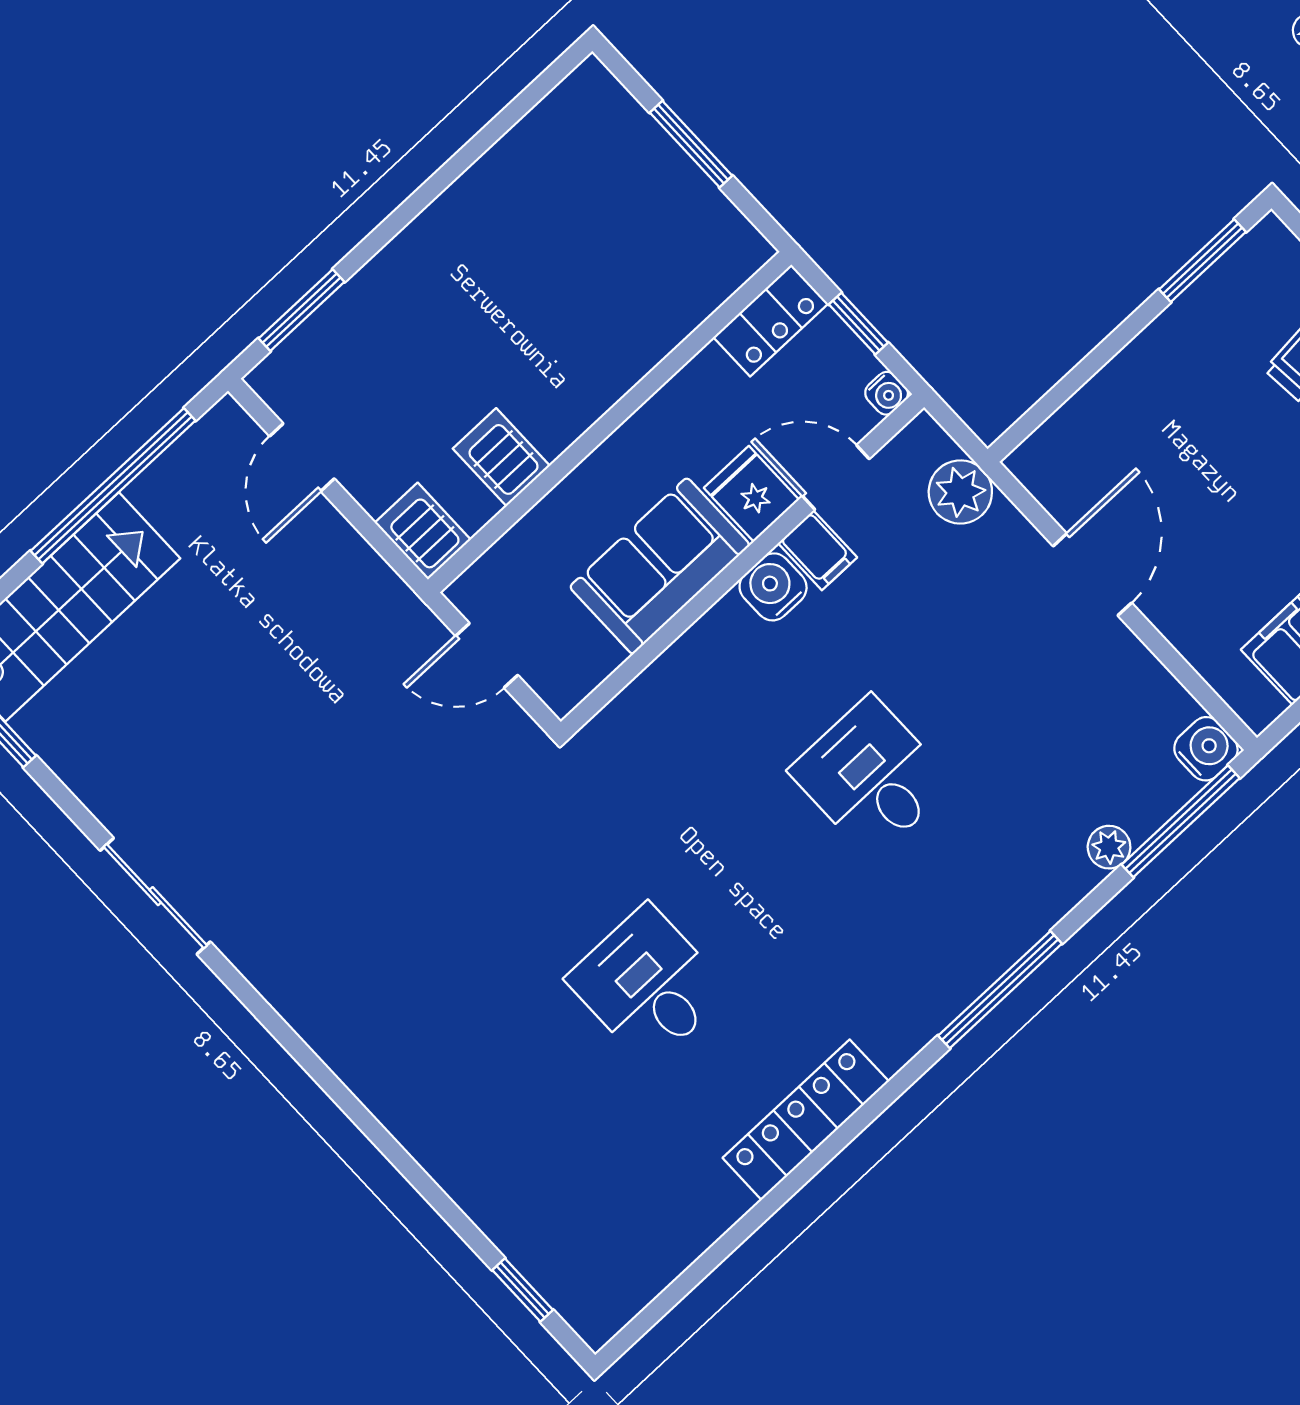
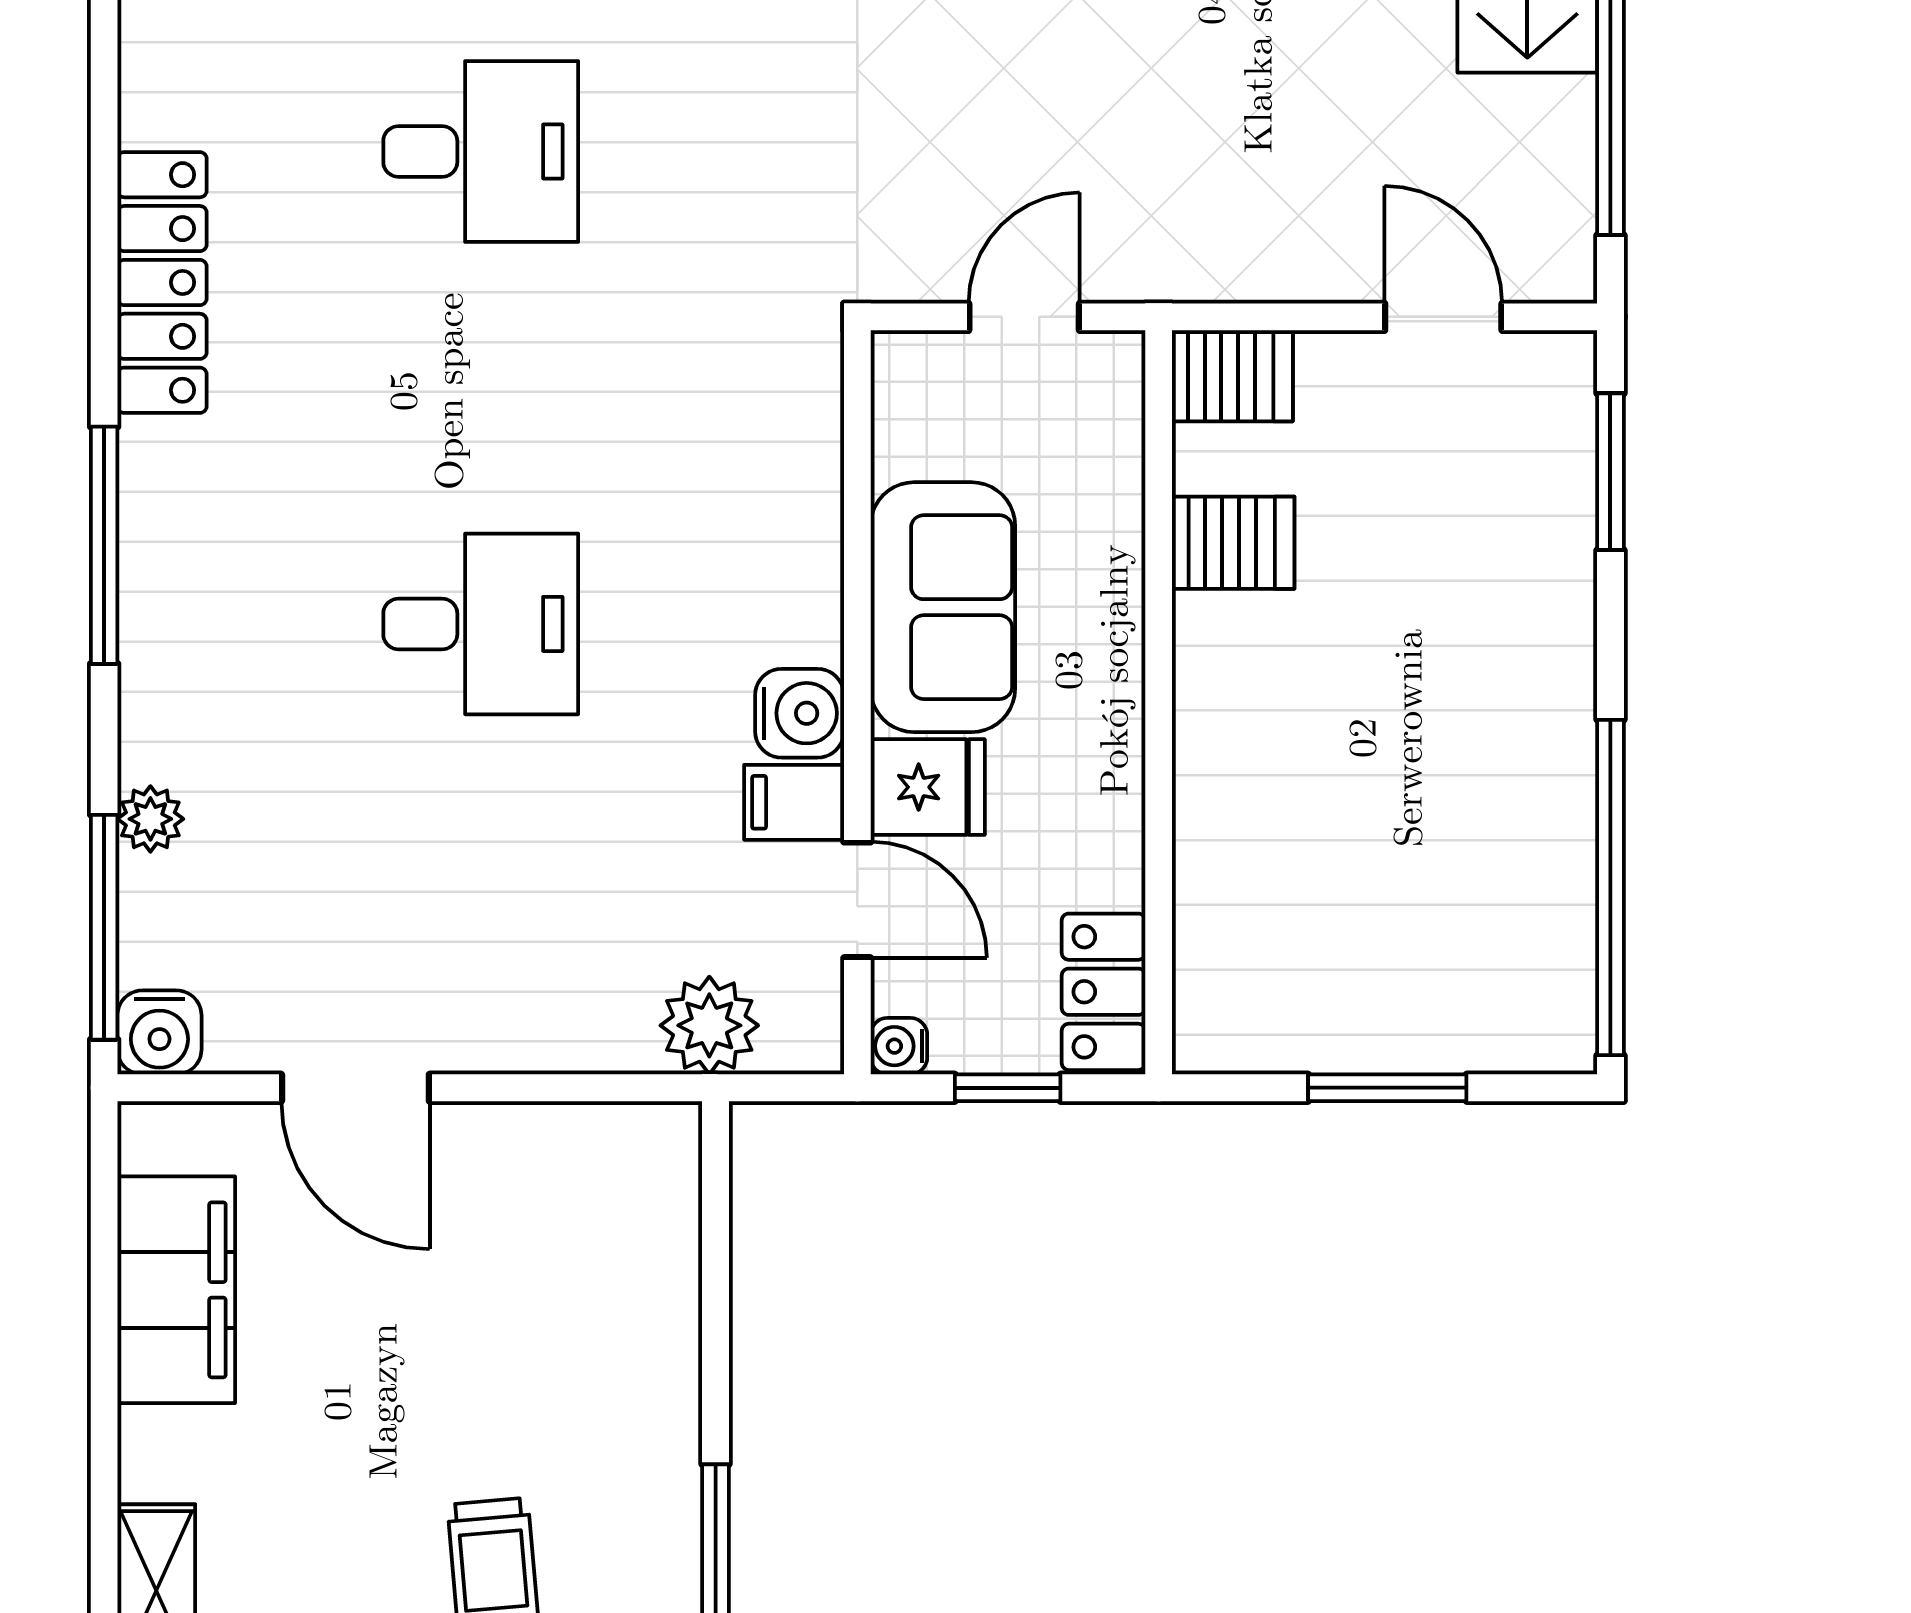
window: (498, 127) -> (1610, 887), added
door: (836, 477) -> (857, 900), hinge flipped
door: (1092, 574) -> (355, 1088), moved
locker: (806, 1120) -> (162, 282), moved

